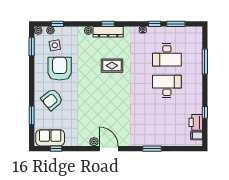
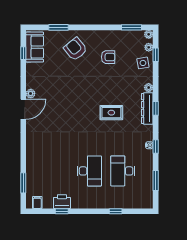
window: (155, 24) -> (156, 147), moved
side table: (55, 45) -> (143, 63), moved
window: (205, 62) -> (116, 211), width x0.46
rug: (112, 66) -> (111, 113), turned 90
armchair: (60, 69) -> (108, 57), width x0.53, depth x0.53
printer: (196, 122) -> (62, 202), moved
window: (152, 149) -> (23, 183), moved

